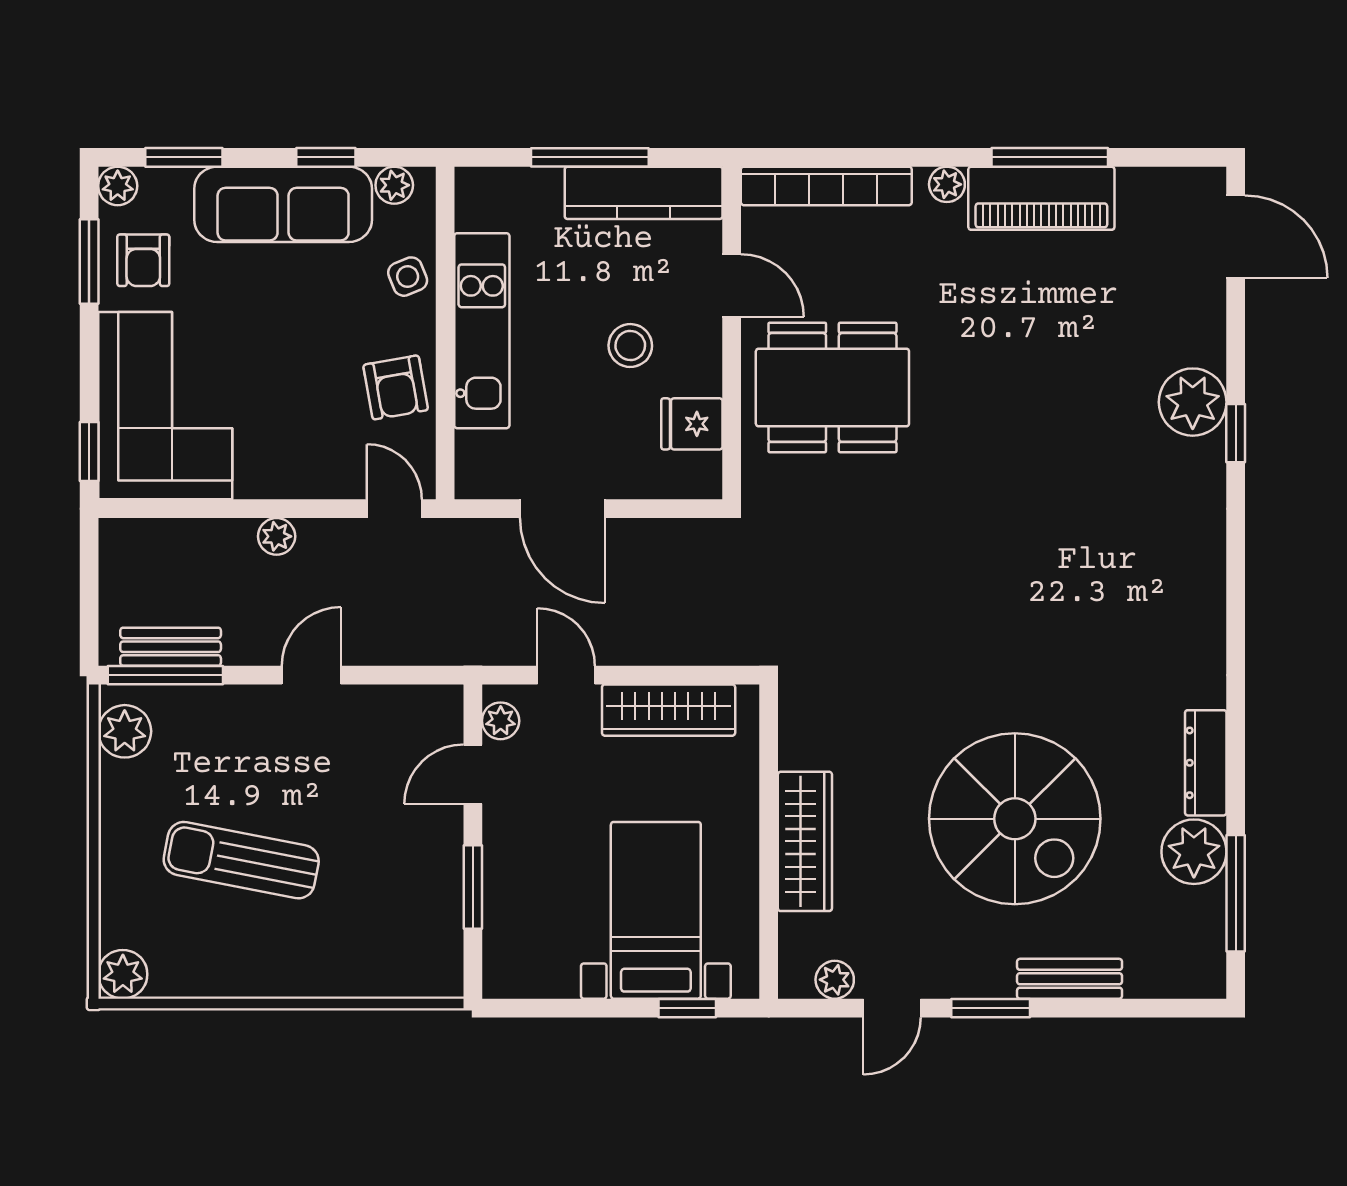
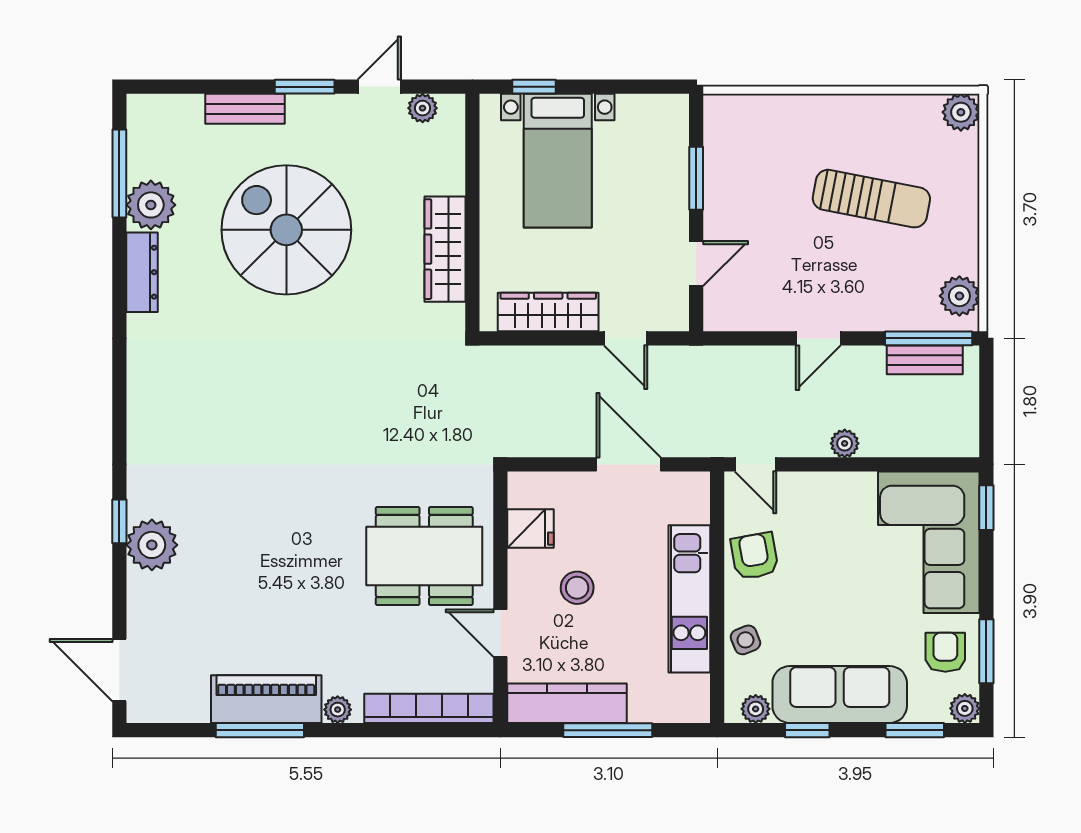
plant: (501, 721) -> (675, 304), removed
wardrobe: (805, 841) -> (445, 249), moved

